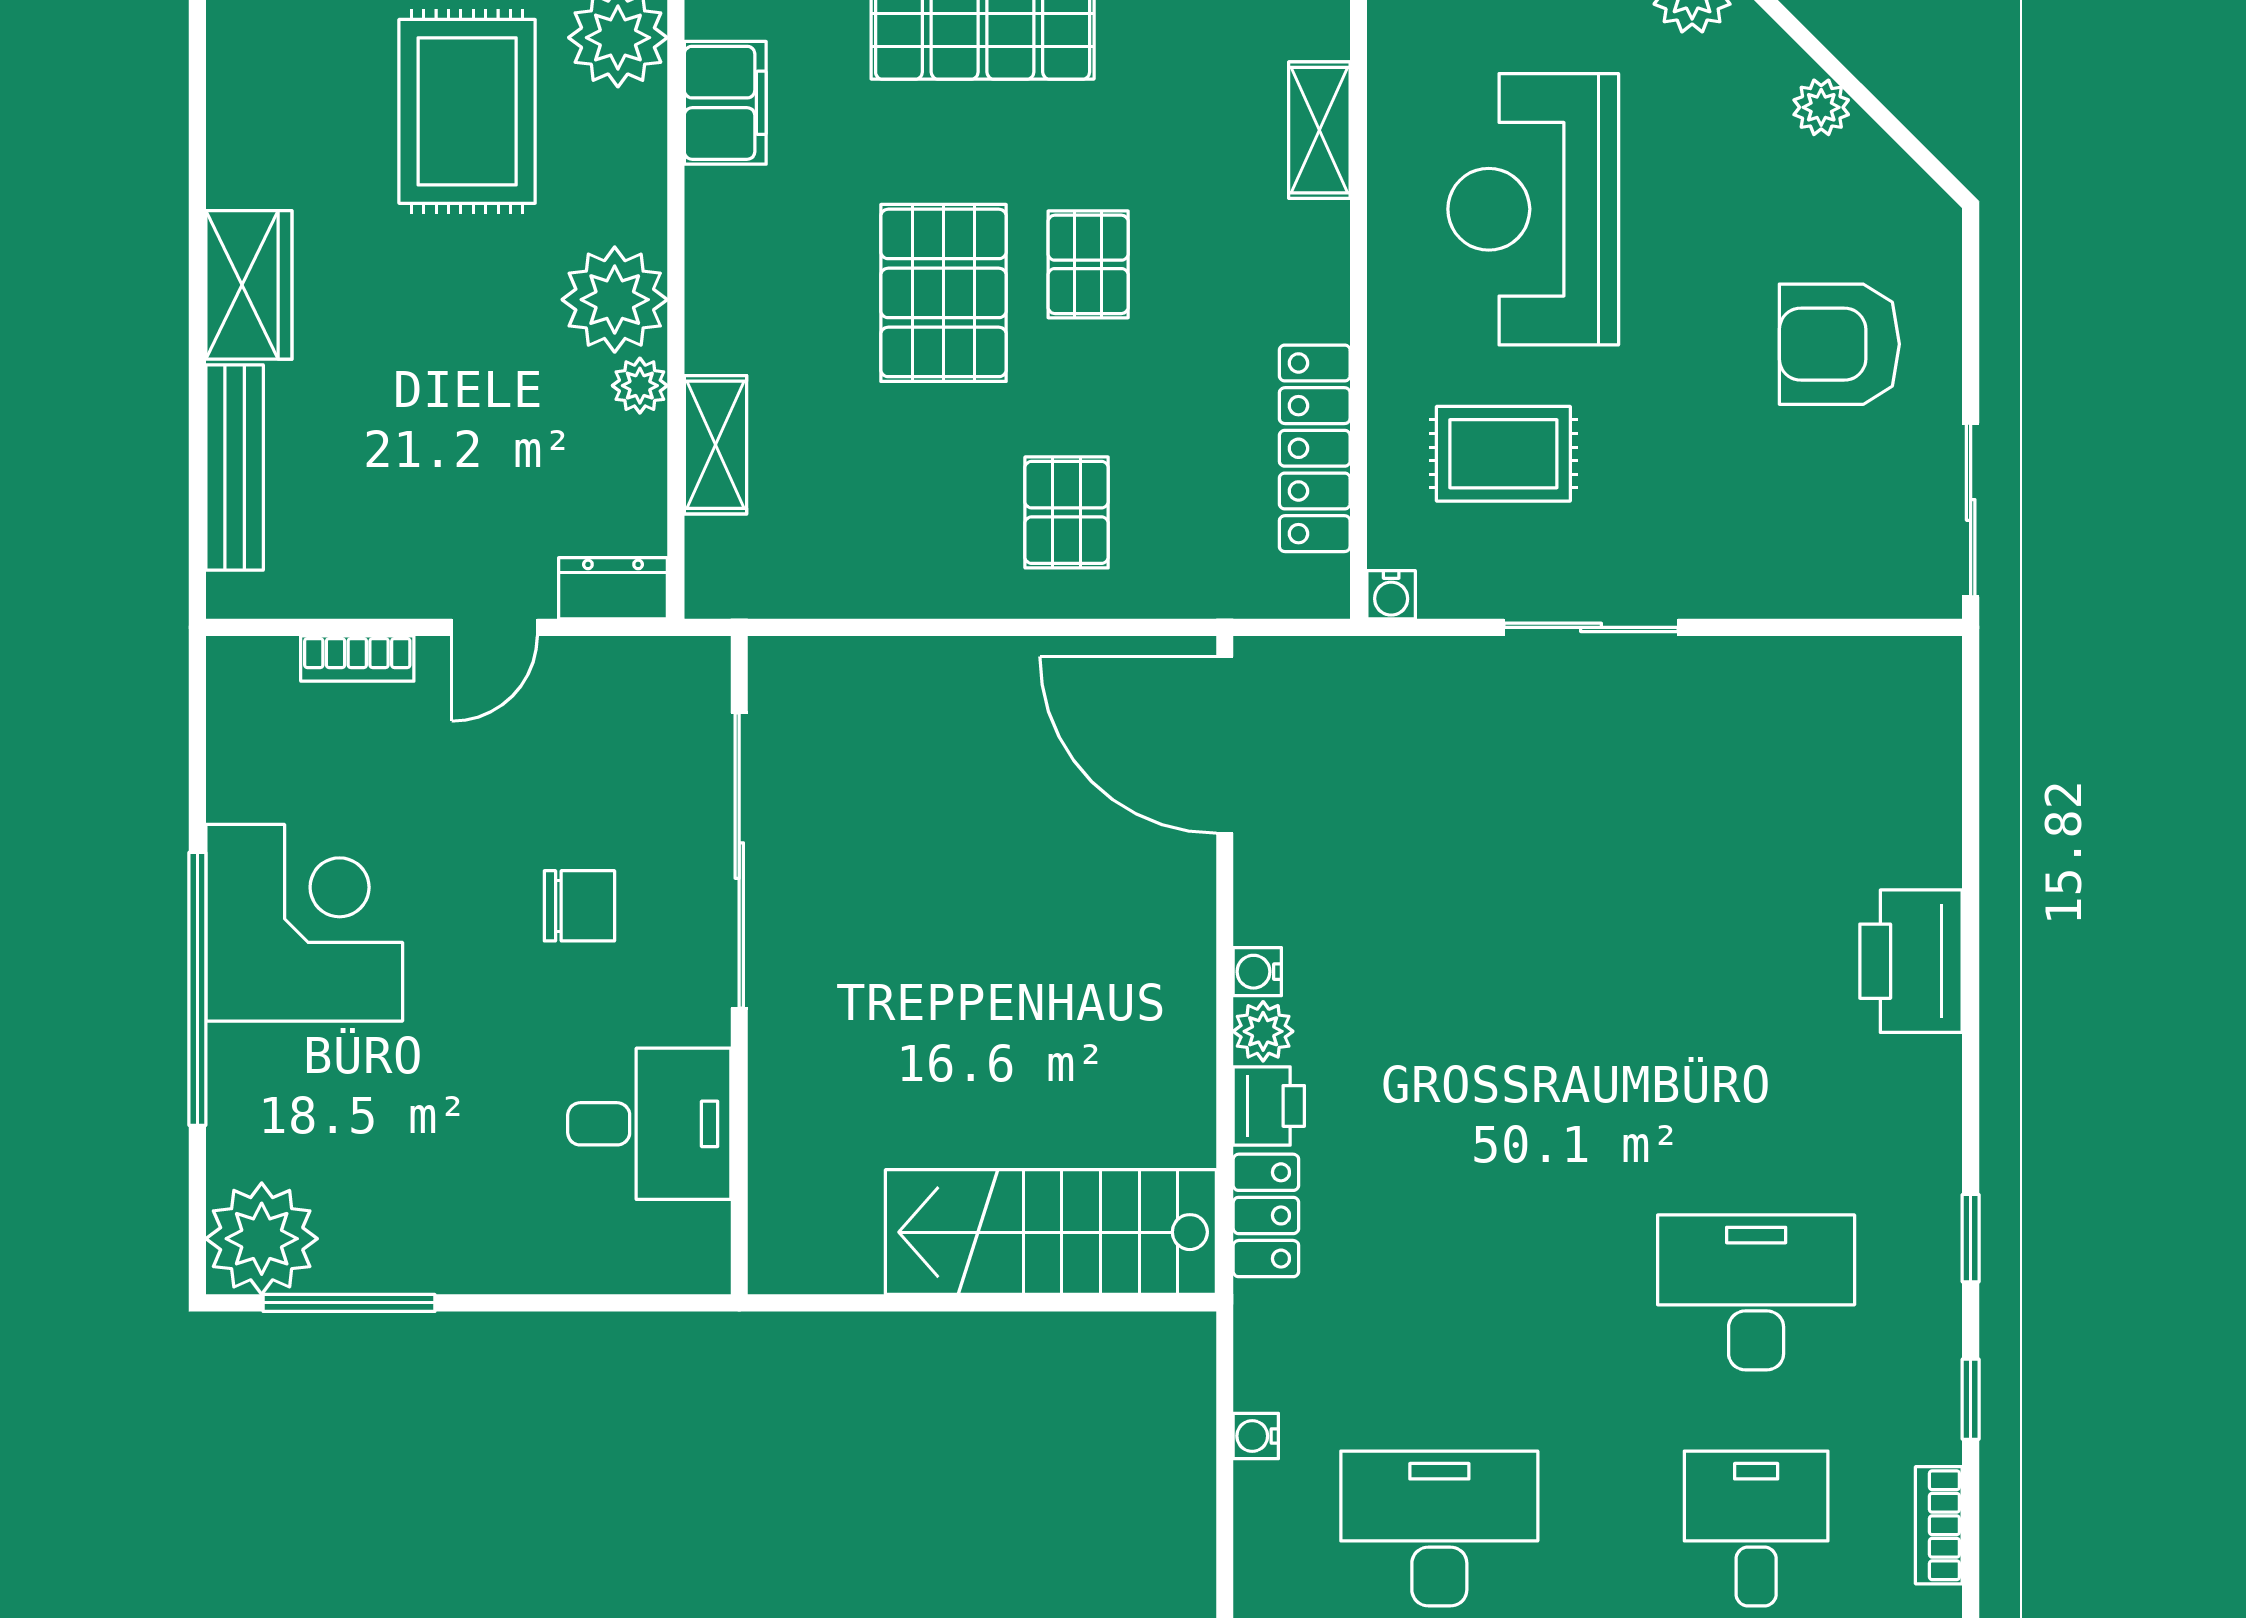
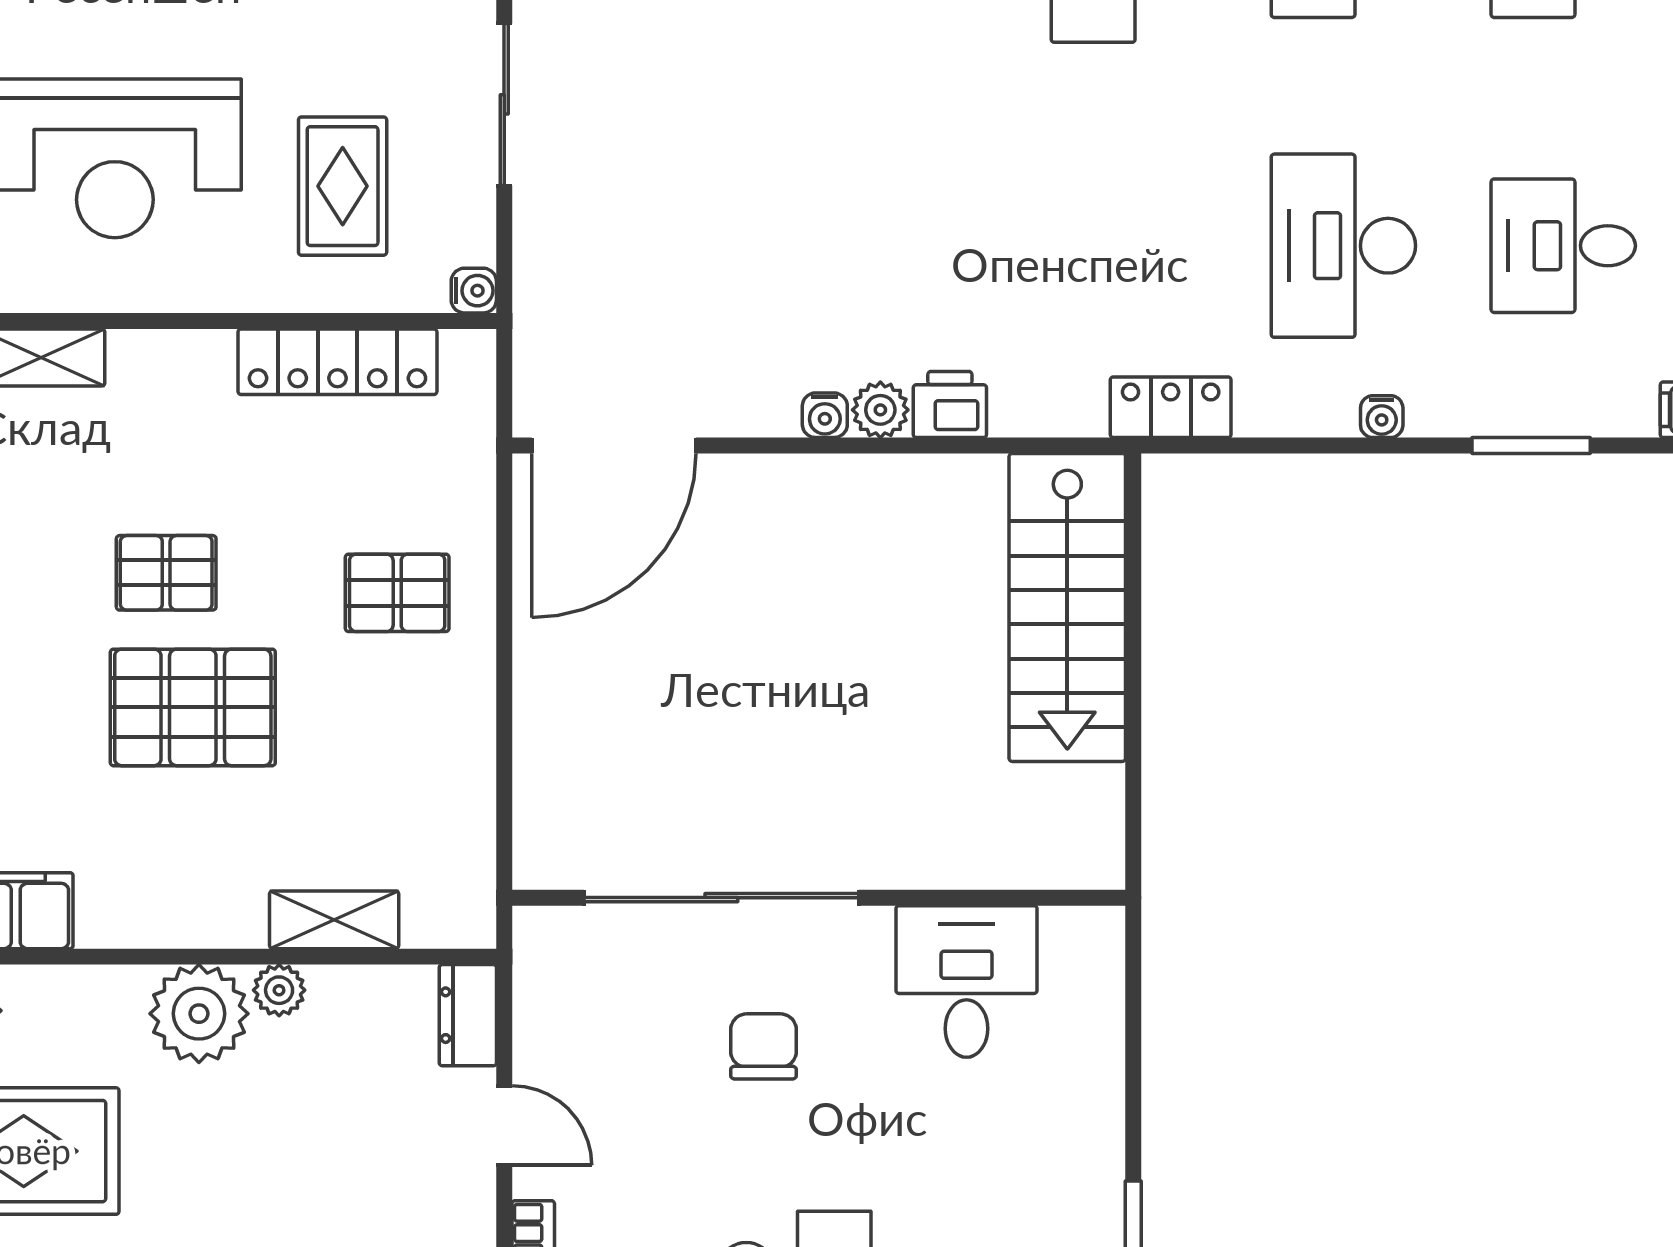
locker: (1266, 1215) -> (1171, 407), moved
water cooler: (1256, 1436) -> (1382, 417), moved

